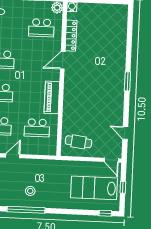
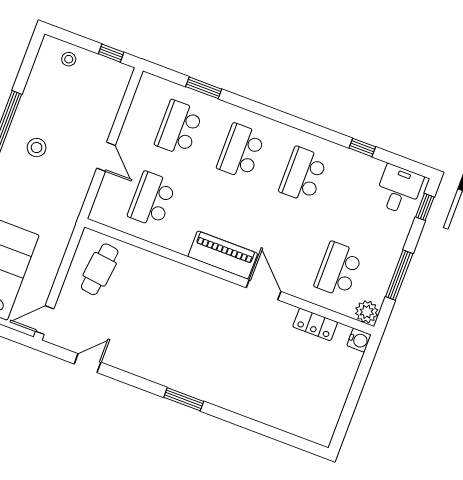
locker: (71, 36) -> (315, 324), width x0.66
piano: (52, 97) -> (223, 255), moved
door: (13, 156) -> (106, 157), moved

